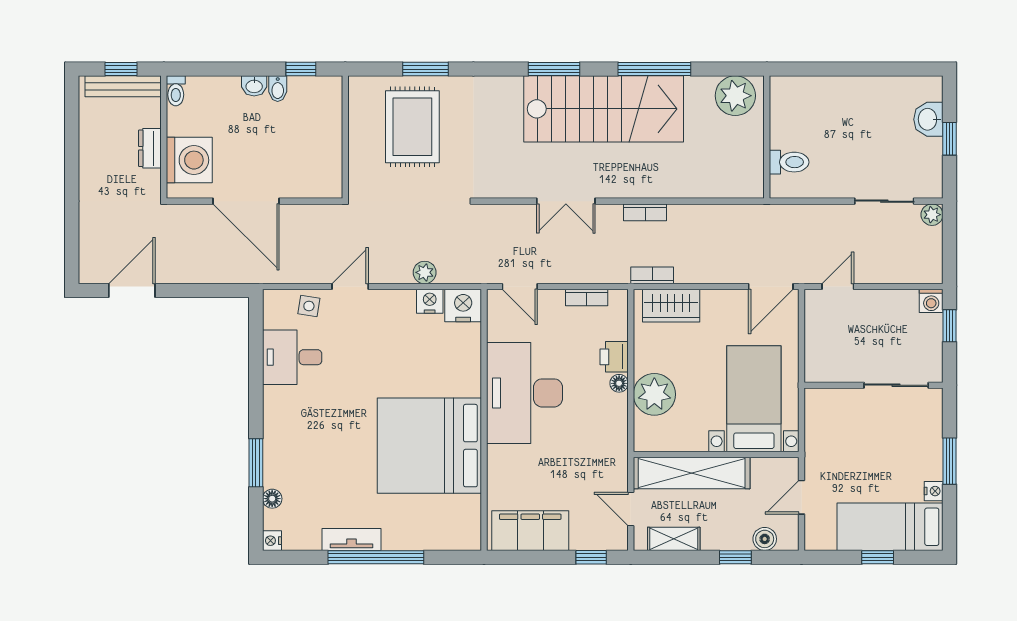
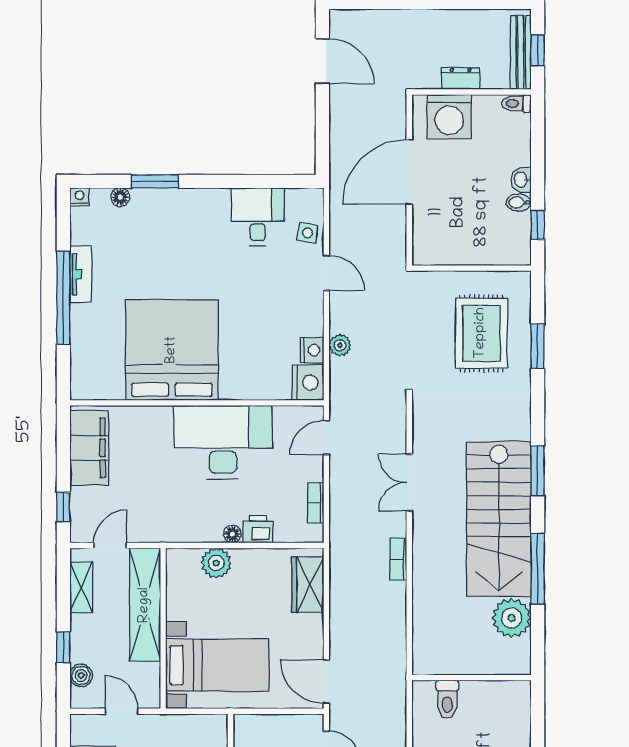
plant: (735, 96) -> (512, 618), moved
rug: (412, 127) -> (481, 333), turned 90
bookcase: (652, 275) -> (337, 566), removed
plant: (654, 394) -> (216, 563), width x0.73, depth x0.73

